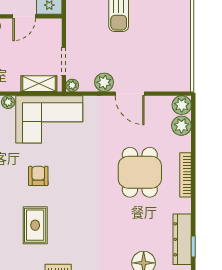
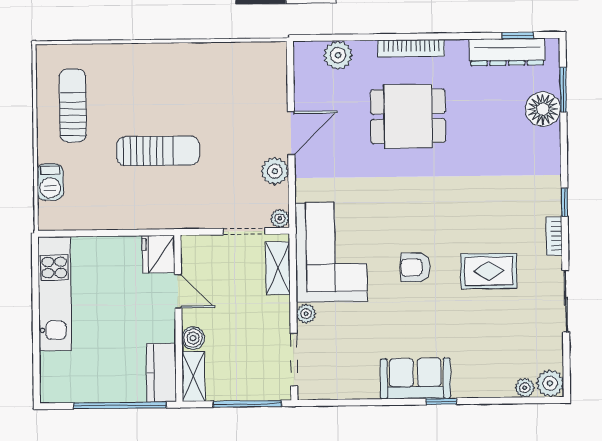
plant: (182, 105) -> (307, 55), removed

